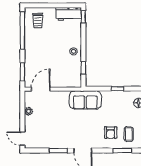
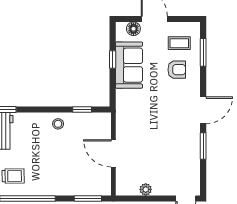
door: (41, 89) -> (113, 153), moved
sofa: (85, 100) -> (129, 65), moved

